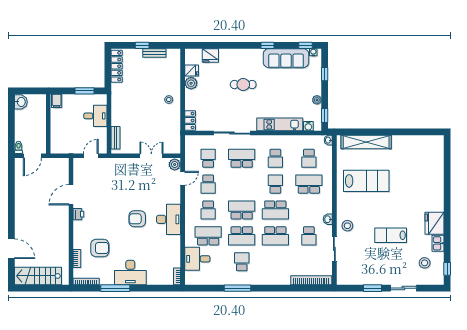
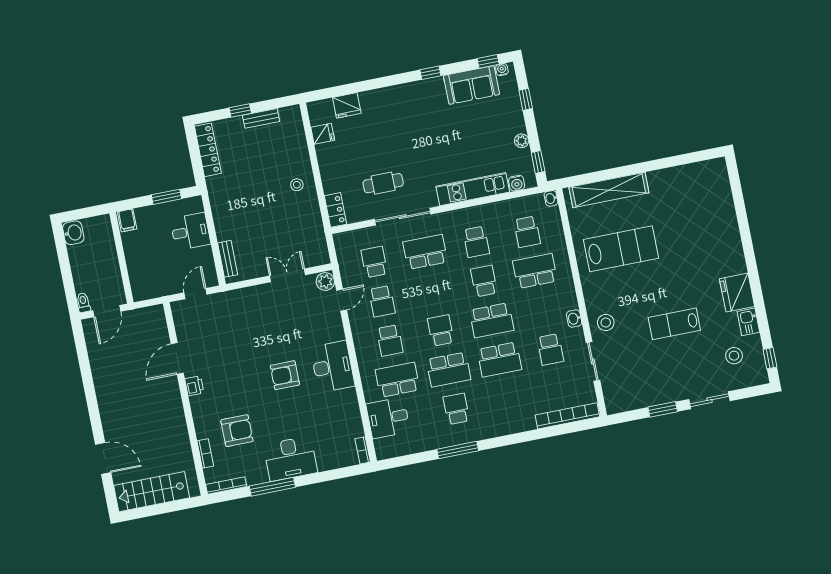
sofa: (286, 58) -> (471, 85), width x0.73
plant: (191, 83) -> (326, 153), removed
cafe table: (243, 85) -> (383, 183), moved
school desk: (242, 210) -> (441, 330), width x0.54

